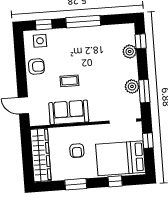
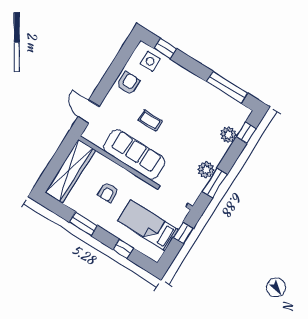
window: (83, 22) -> (227, 87), moved
armchair: (36, 67) -> (129, 83), turned -90
sofa: (69, 112) -> (134, 154), width x1.36
bed: (121, 158) -> (148, 225), width x0.67

